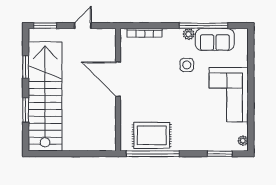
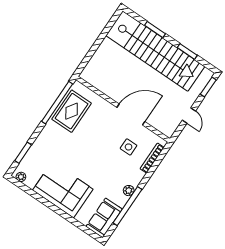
sofa: (215, 40) -> (104, 218), moved
side table: (187, 65) -> (129, 147), moved

